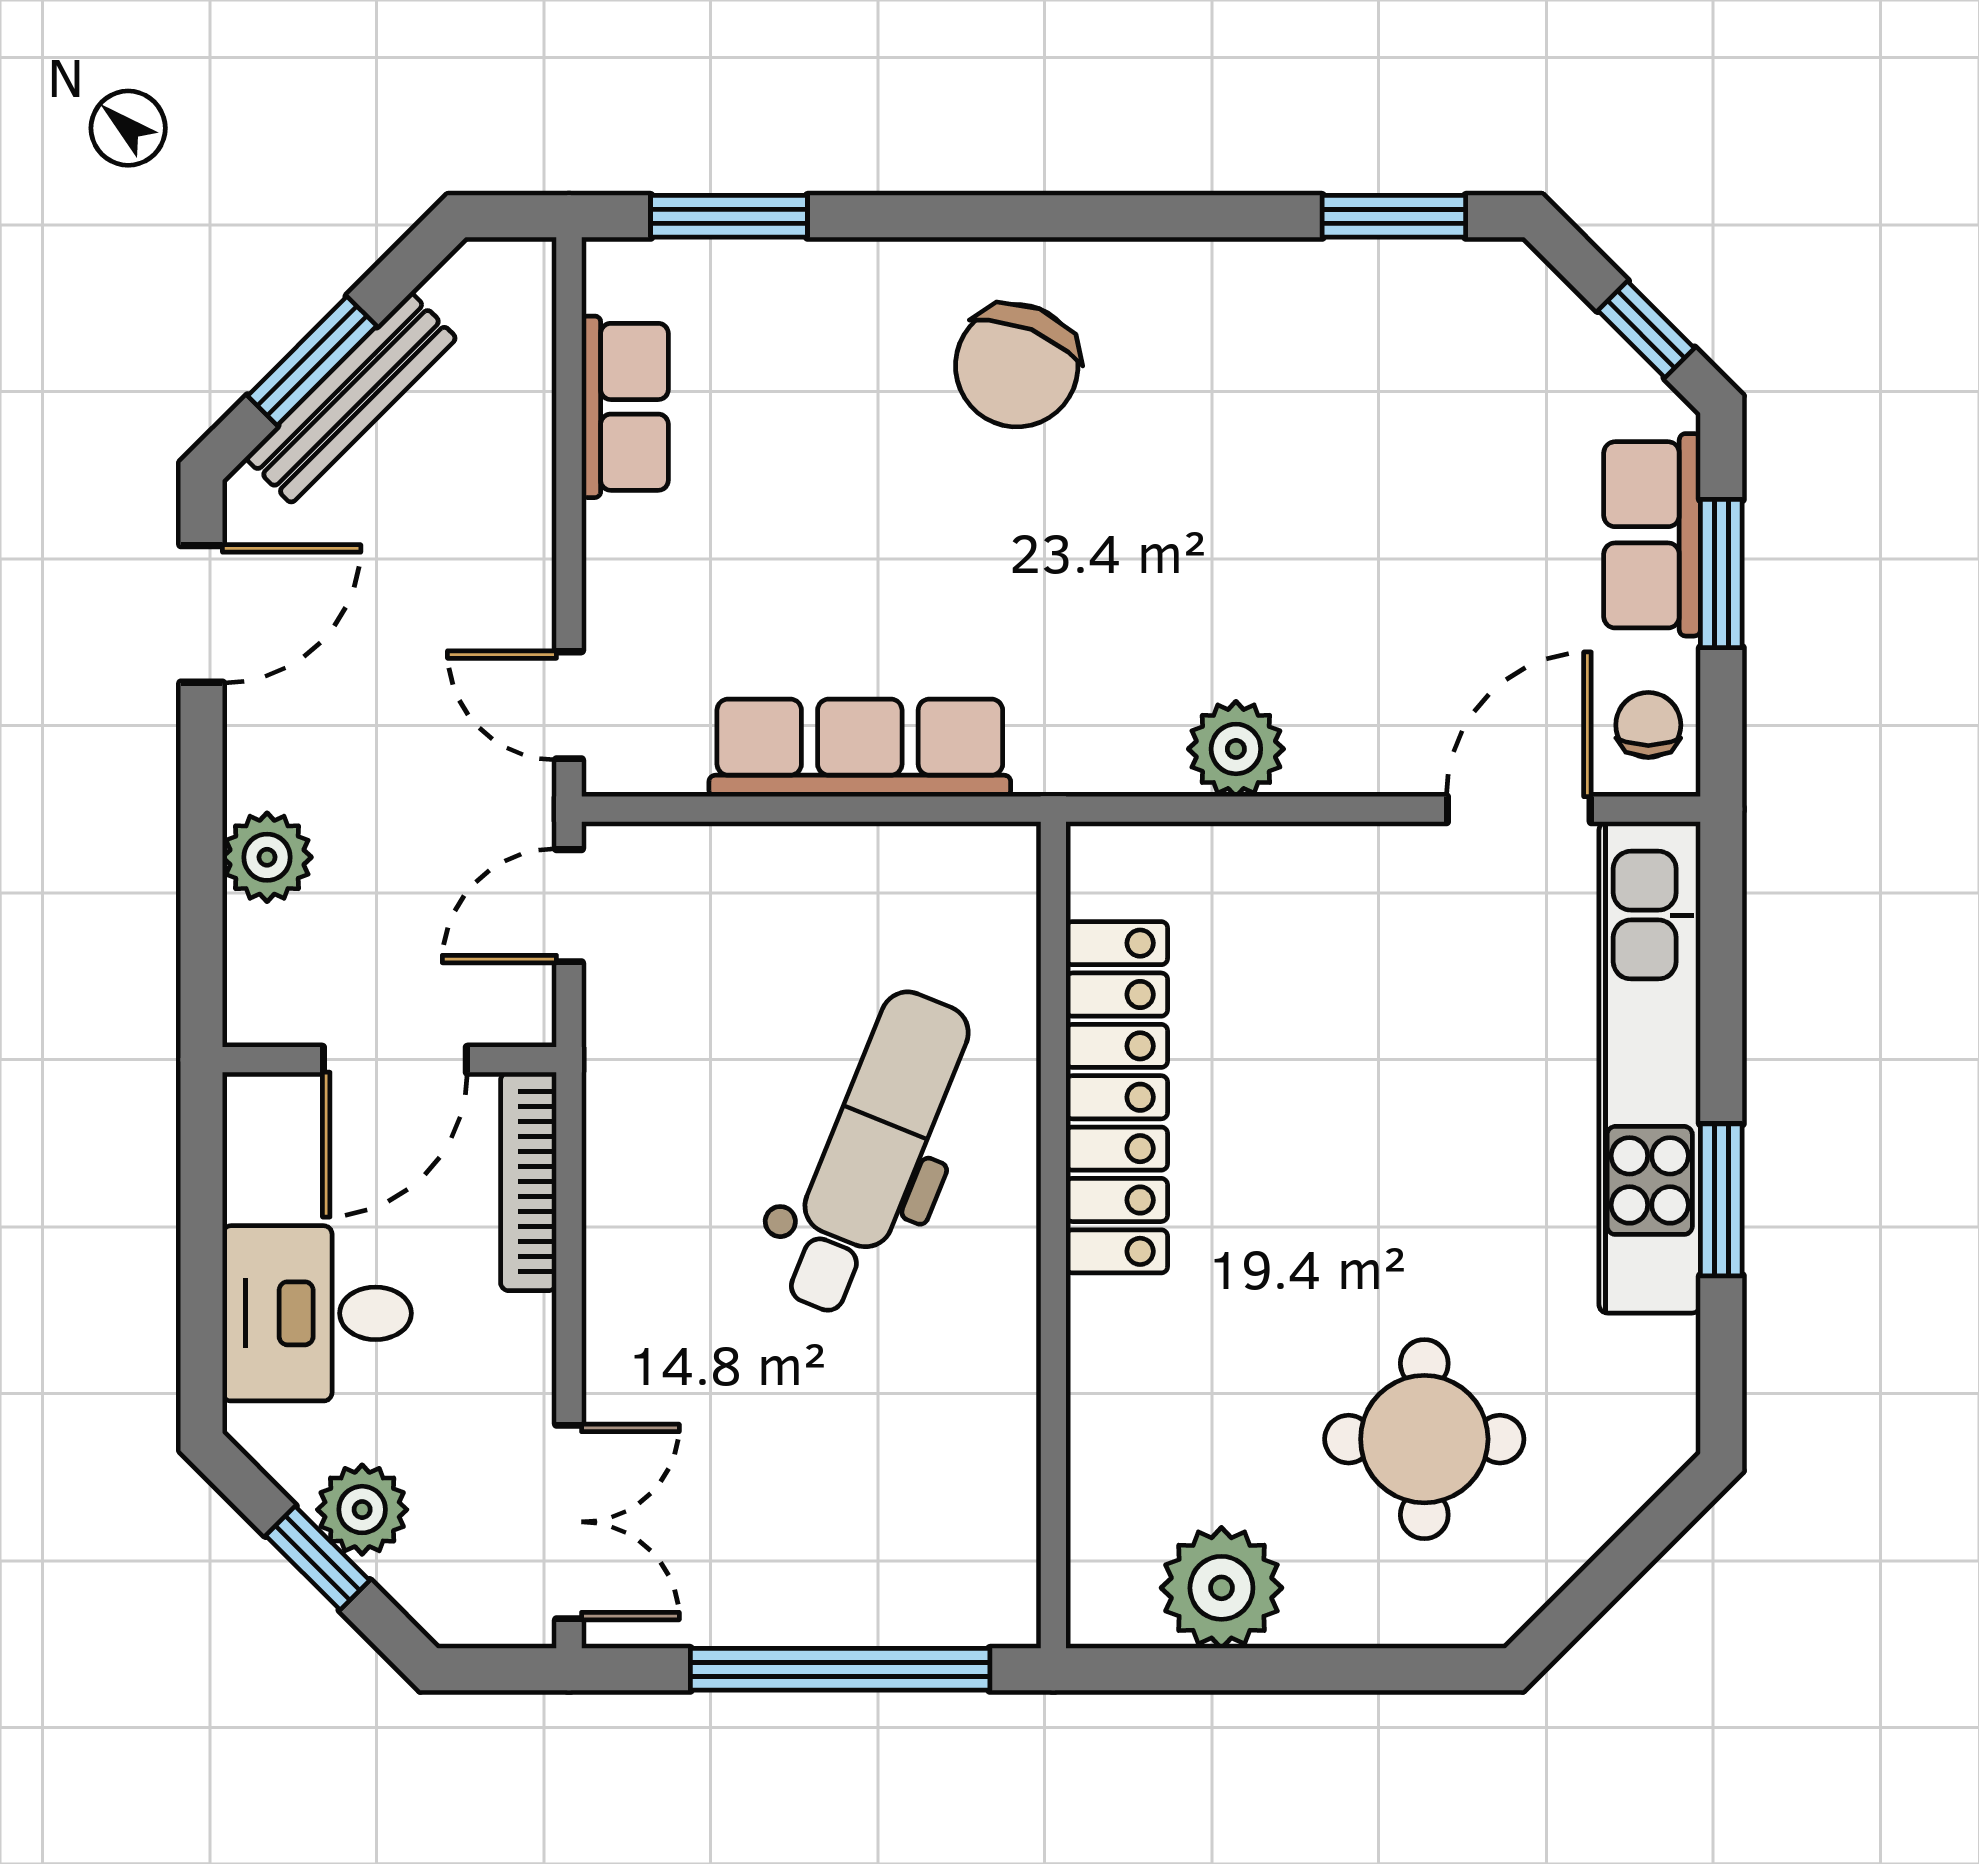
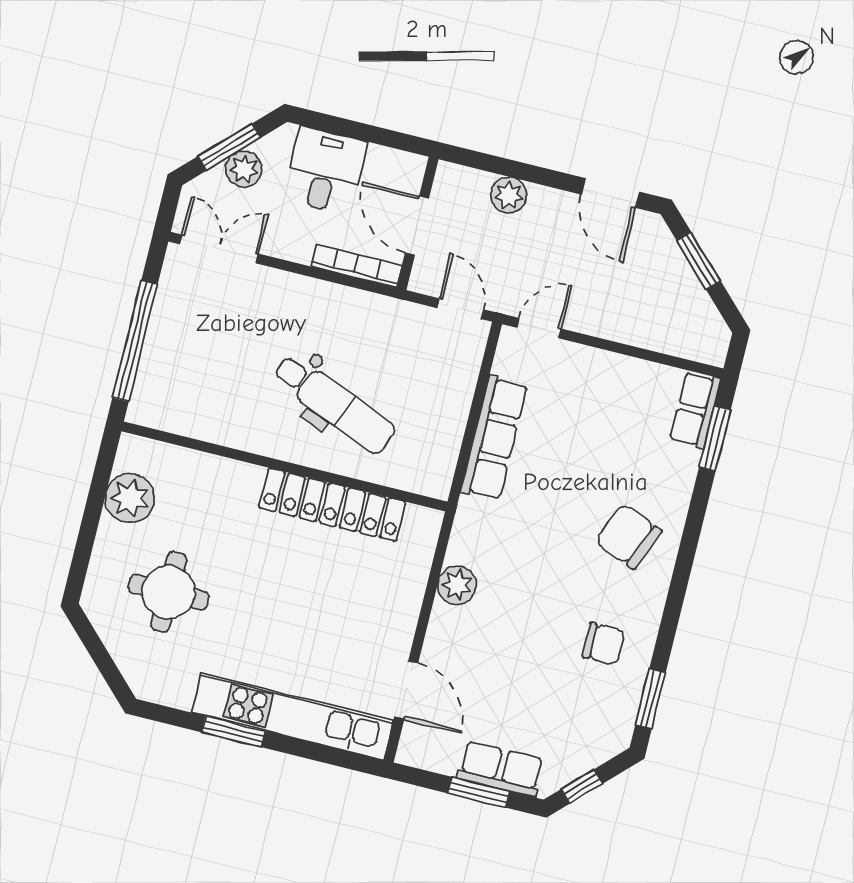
bench: (351, 398) -> (680, 273), removed
row of seats: (625, 407) -> (695, 410), moved, turned 90
chair: (1648, 725) -> (604, 644), moved, width x1.37, depth x1.37
double door: (569, 1522) -> (219, 249), swing flipped
window: (318, 1558) -> (229, 147), width x1.50

